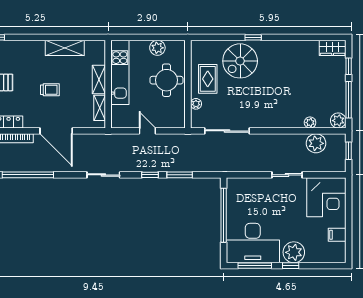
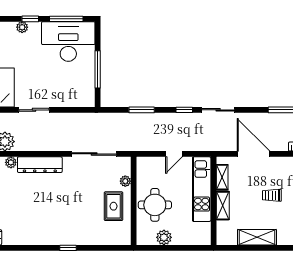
spiral stairs: (240, 61) -> (81, 224), removed
kitchen unit: (120, 72) -> (202, 189), moved
dresser: (281, 120) -> (40, 165), added
door: (56, 131) -> (254, 154), moved
door: (147, 131) -> (174, 154), hinge flipped
window: (150, 175) -> (184, 110), moved
window: (224, 215) -> (98, 69), width x0.68
plant: (294, 252) -> (22, 27), width x0.53, depth x0.53

